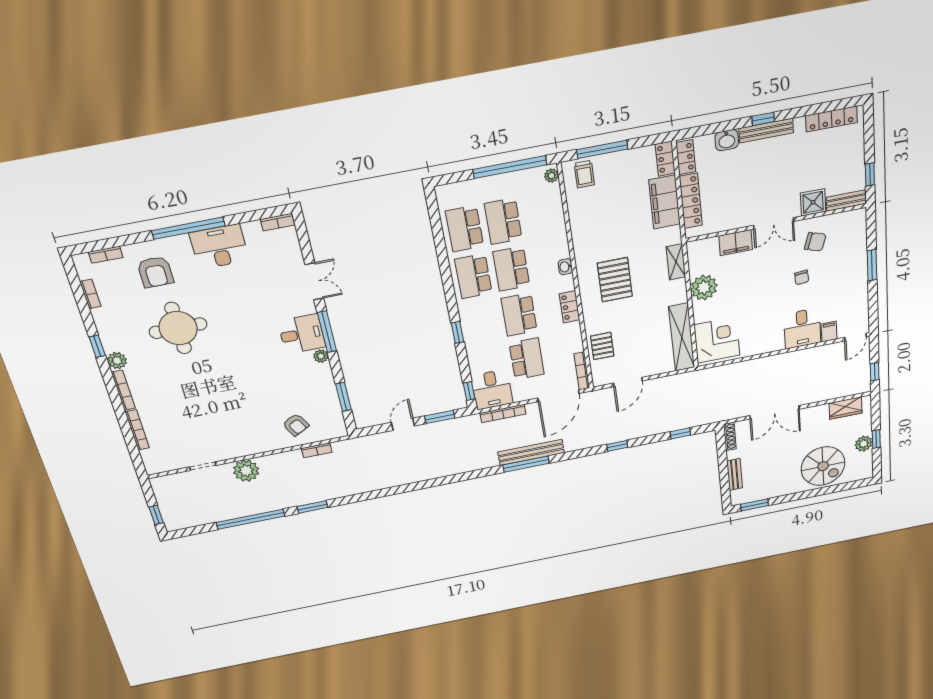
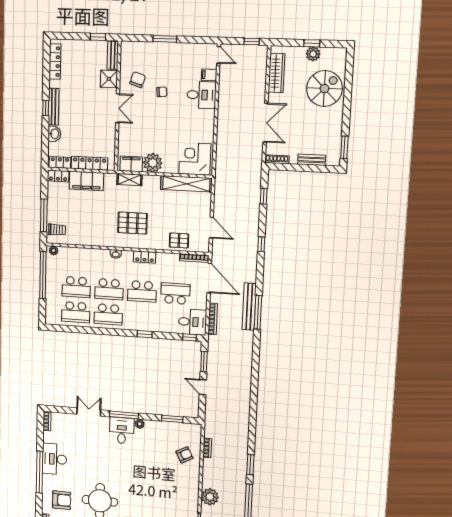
filing cabinet: (736, 243) -> (131, 164), moved, turned -90
wardrobe: (846, 408) -> (277, 73), width x1.50

